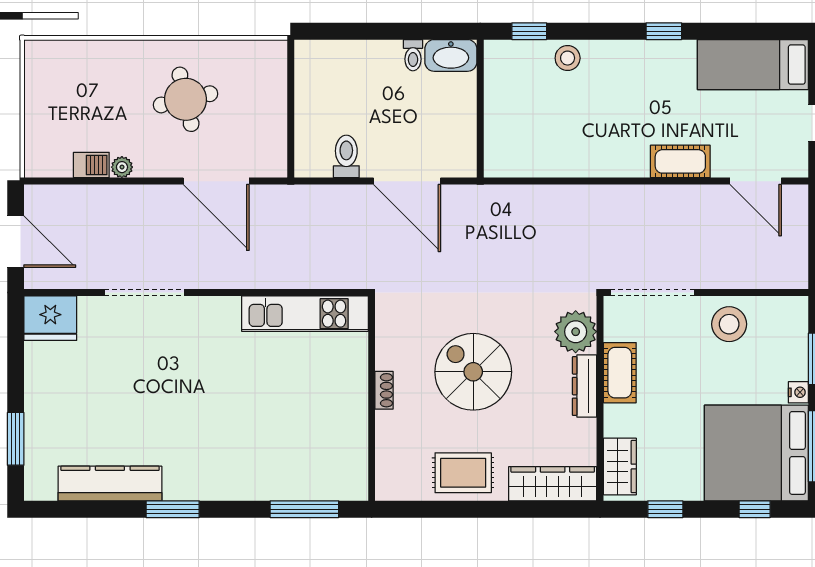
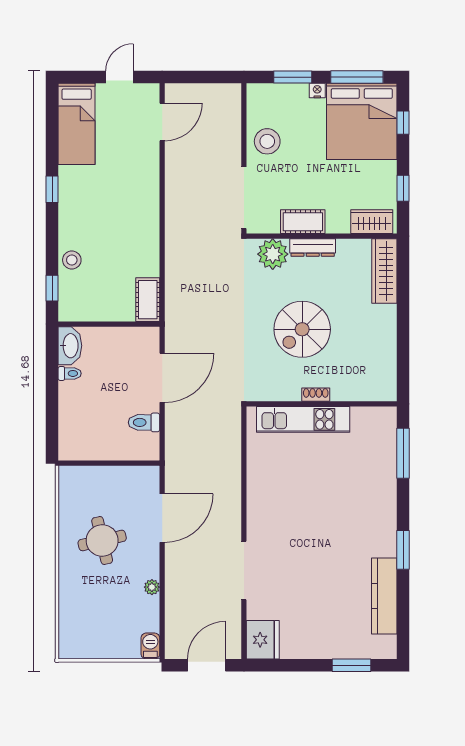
cot: (680, 161) -> (148, 300), moved
barbecue: (91, 165) -> (150, 646), moved
kitchen unit: (305, 314) -> (303, 419), moved, turned 90
rug: (463, 473) -> (376, 337), removed

